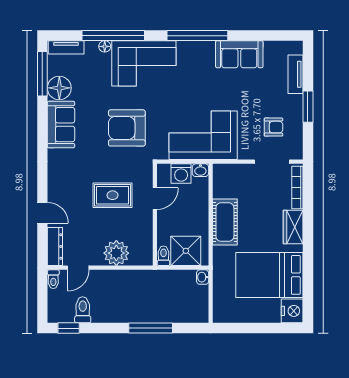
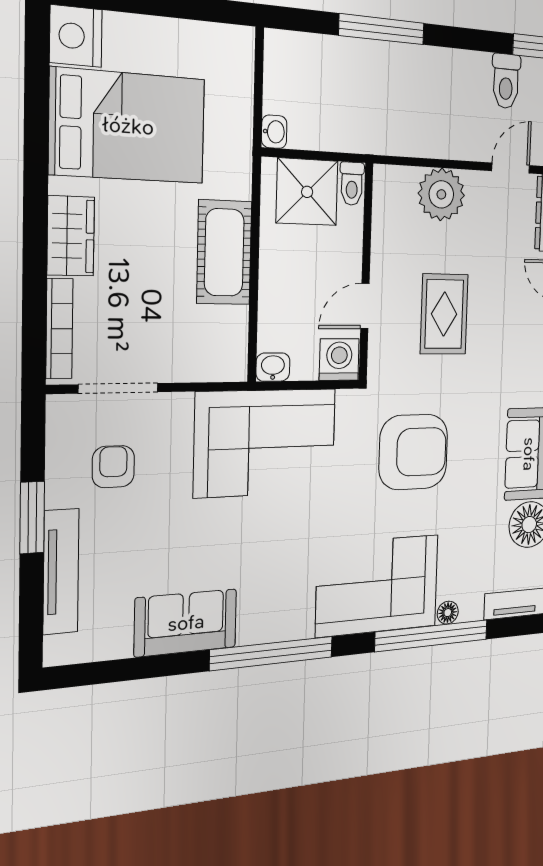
tv unit: (296, 74) -> (61, 572), width x1.41
armchair: (273, 127) -> (113, 467), turned 90
washing machine: (181, 173) -> (339, 359), moved
rug: (113, 195) -> (444, 314), turned 90

